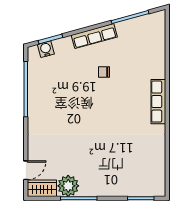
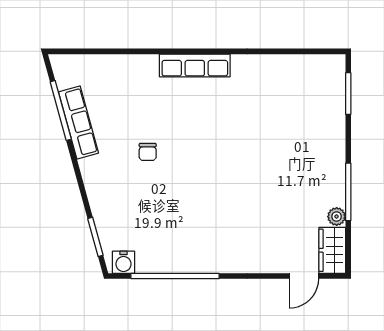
row of seats: (94, 36) -> (78, 123), moved
water cooler: (46, 49) -> (123, 262), moved, turned -75
door: (26, 170) -> (304, 276), swing flipped
plant: (68, 186) -> (337, 217), width x0.53, depth x0.53

